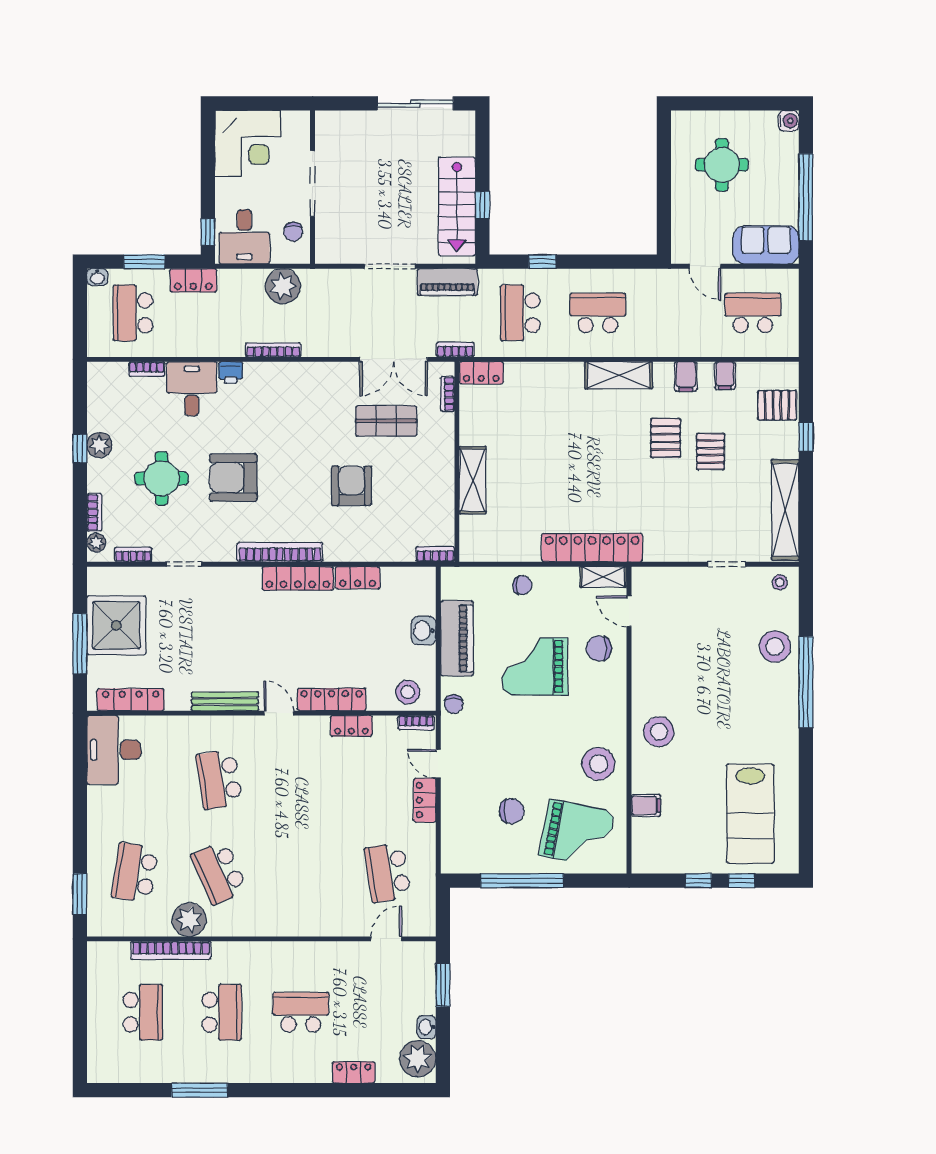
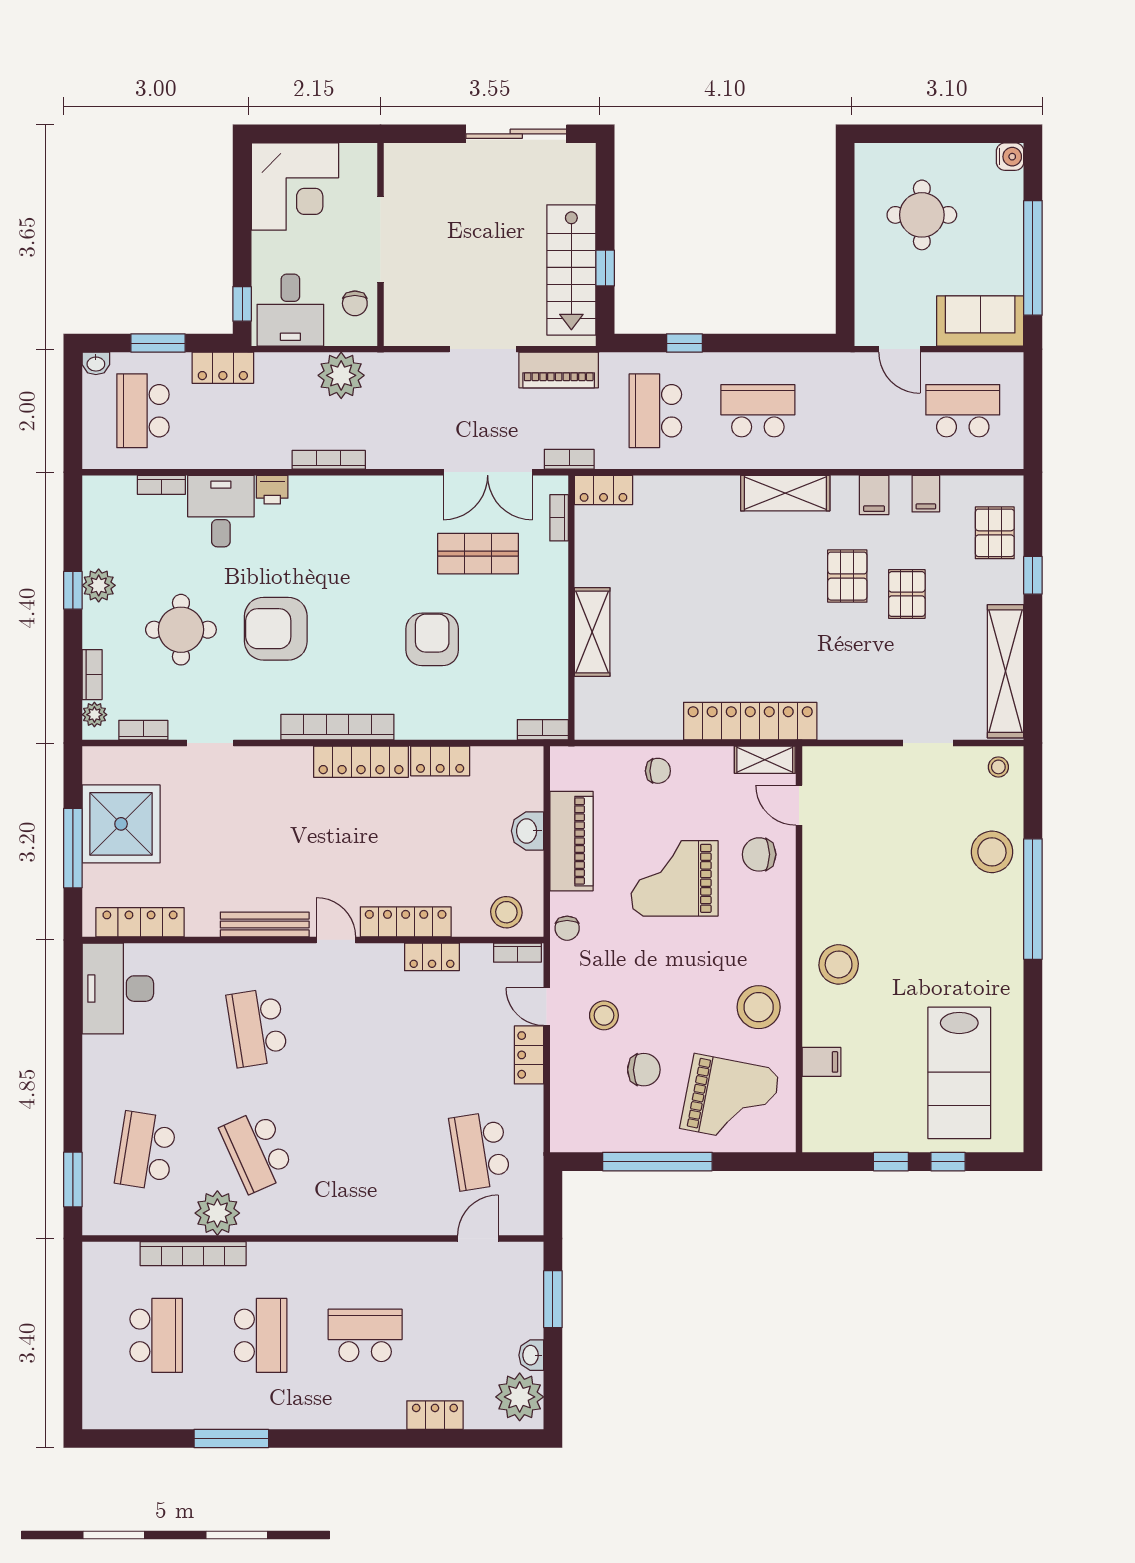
pallet: (777, 405) -> (995, 533), turned 90
stool: (482, 770) -> (604, 1015), added

